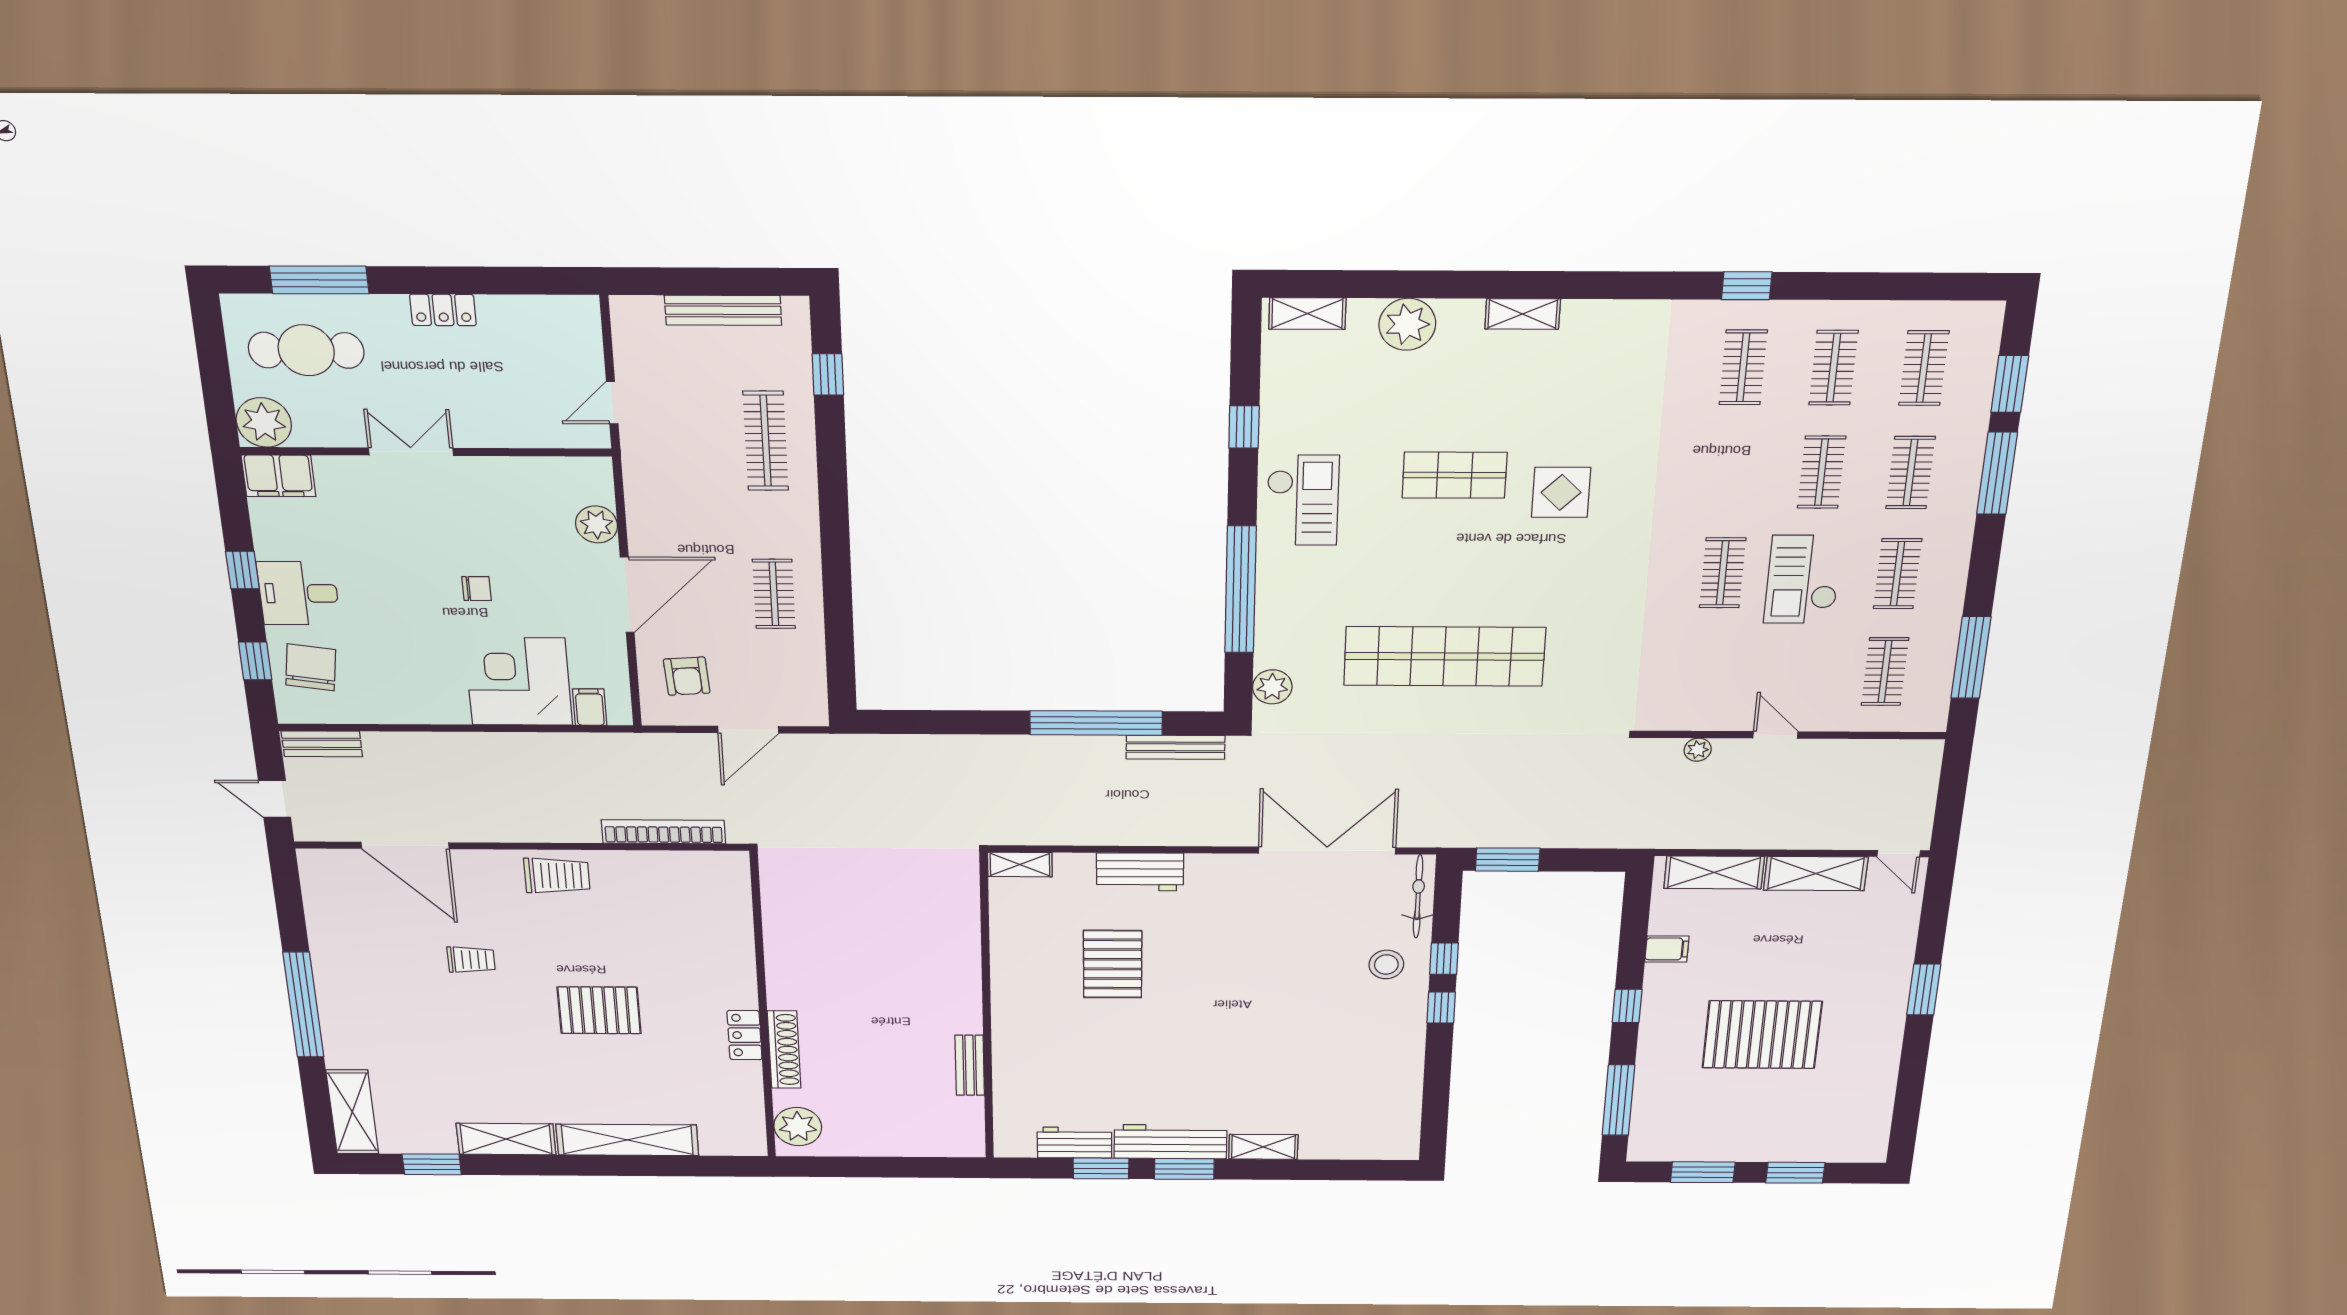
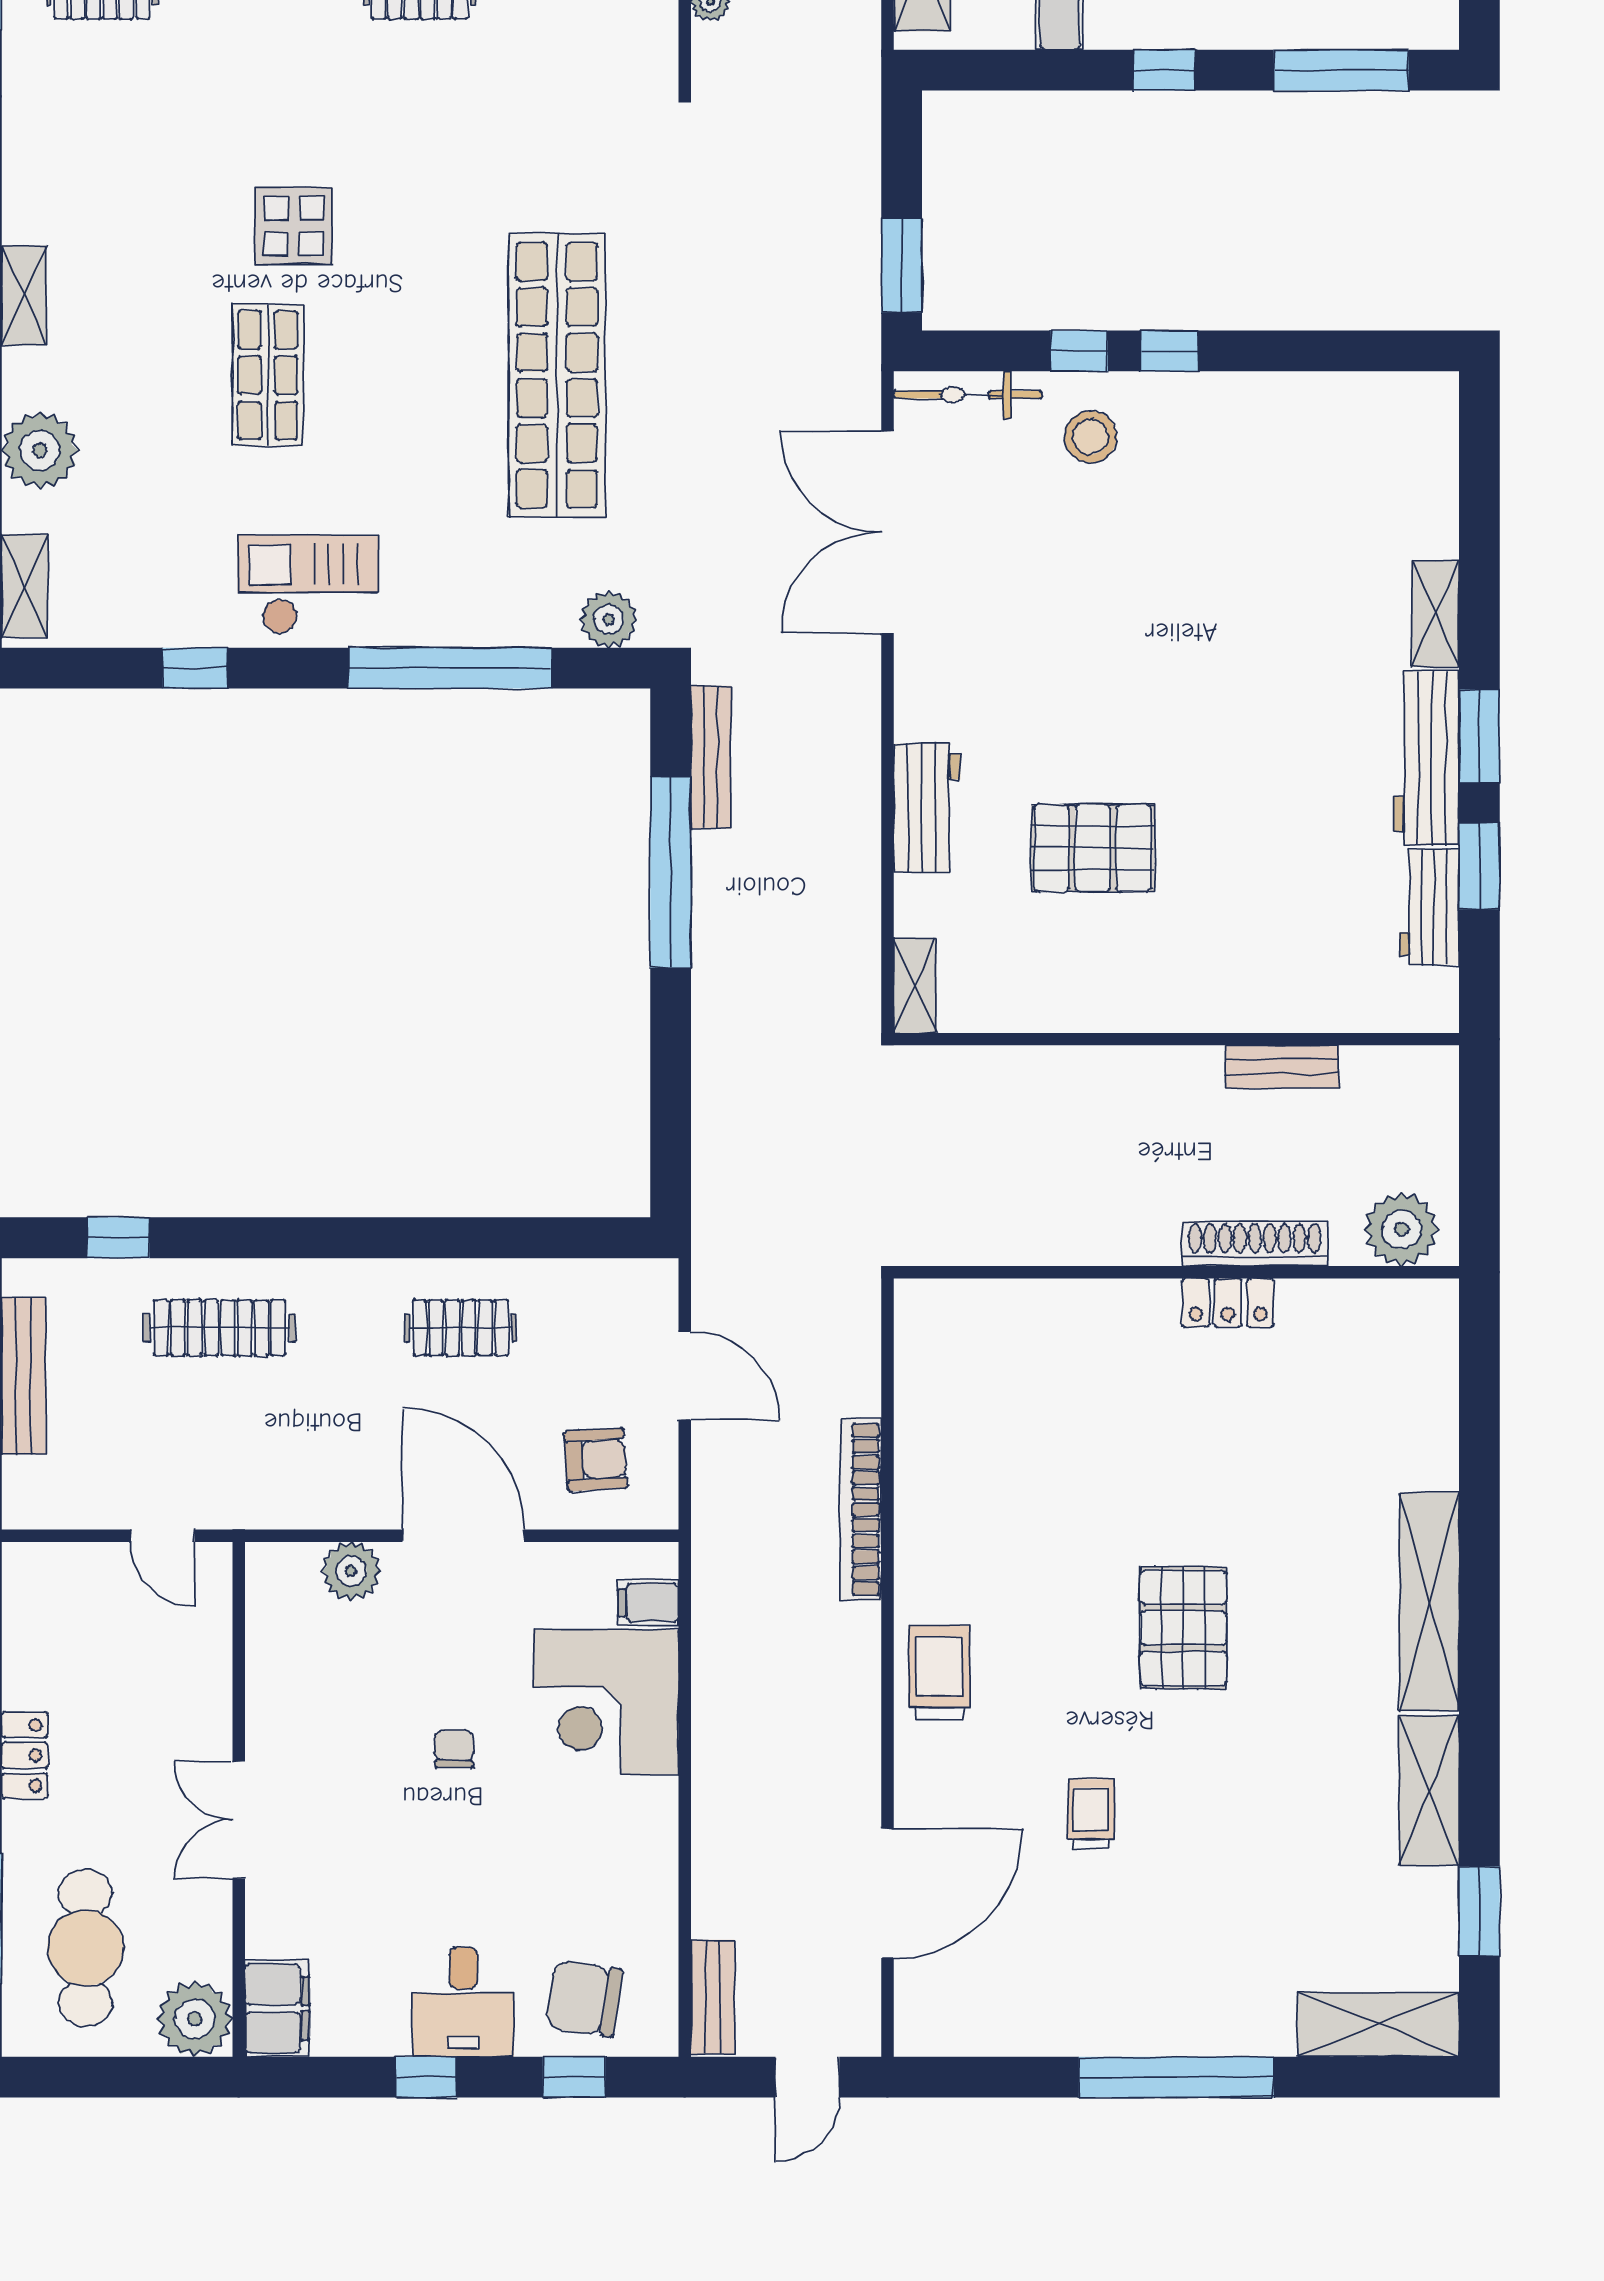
wall: (763, 1008) -> (1176, 1272), moved
locker: (744, 1035) -> (1228, 1303), moved
shoe rack: (784, 1050) -> (1255, 1244), moved
plant: (798, 1127) -> (1401, 1229), moved

